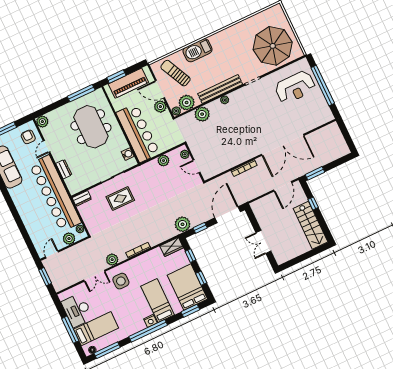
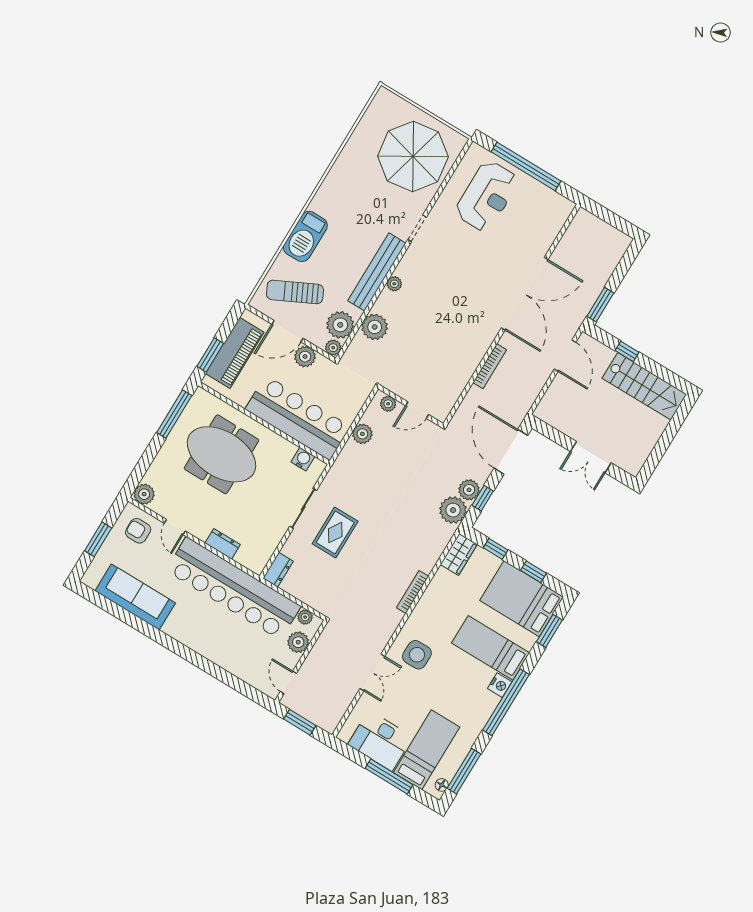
plant: (112, 260) -> (469, 490), moved

